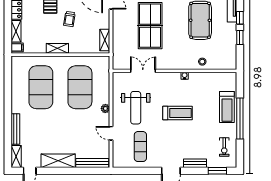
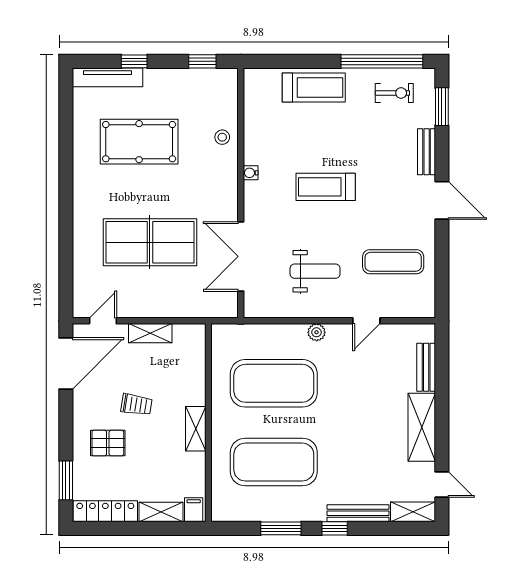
window: (240, 37) -> (202, 61), moved
shelving: (105, 40) -> (150, 333), moved
double door: (143, 71) -> (241, 256), width x1.37
window: (8, 91) -> (281, 528), added
weight bench: (136, 108) -> (315, 271), width x0.73, depth x0.75
treadmill: (178, 113) -> (326, 187), turned -90
window: (8, 117) -> (335, 528), added
window: (240, 118) -> (382, 61), moved
bench: (92, 163) -> (426, 367), width x0.73

